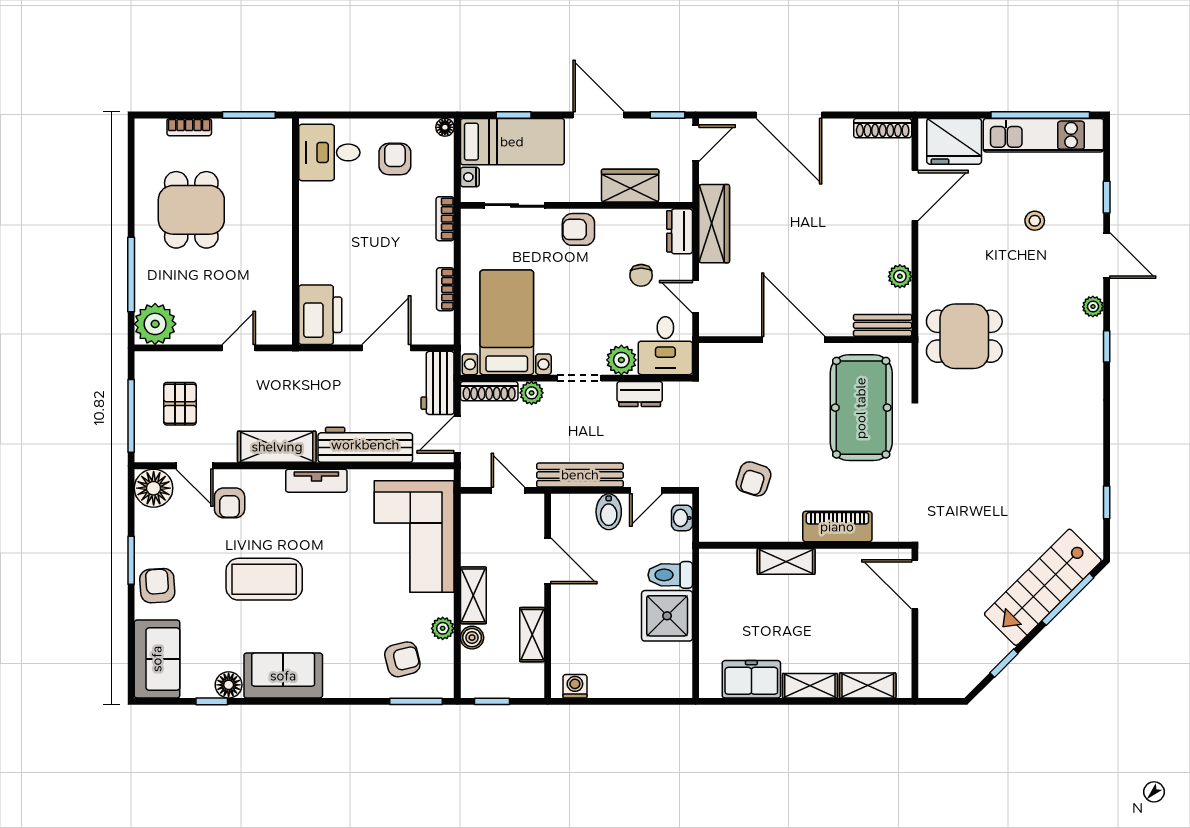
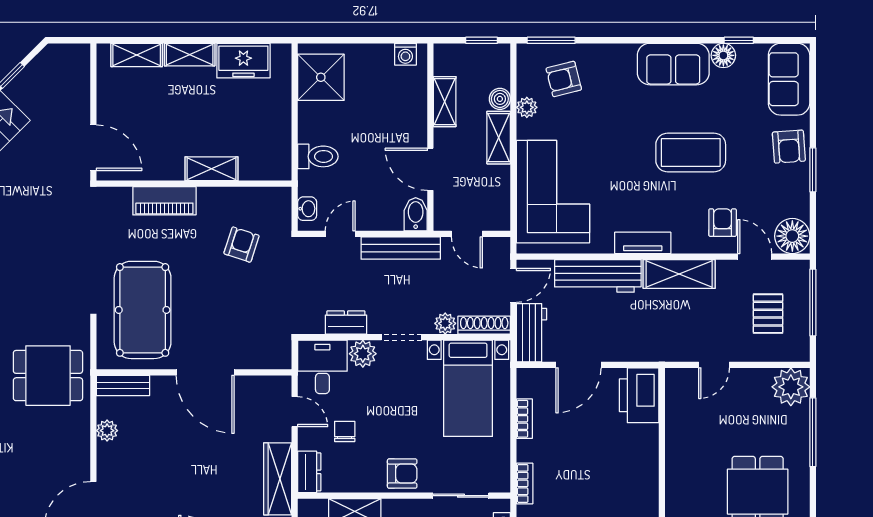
bidet: (609, 512) -> (416, 214), moved
shower: (667, 616) -> (321, 77), moved

